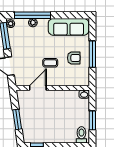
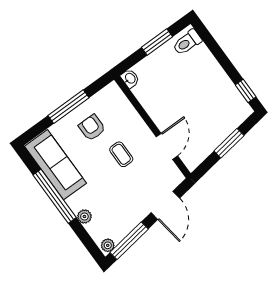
window: (33, 15) -> (55, 196), moved
door: (38, 88) -> (167, 146), swing flipped

